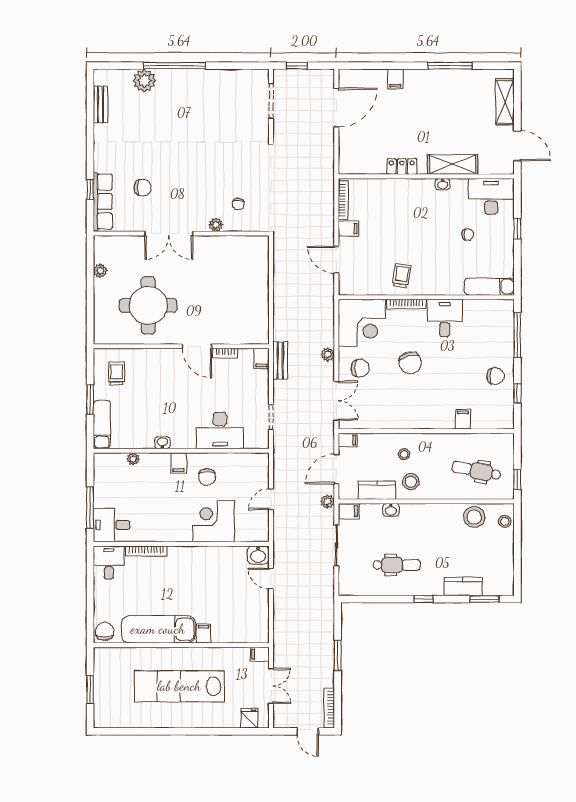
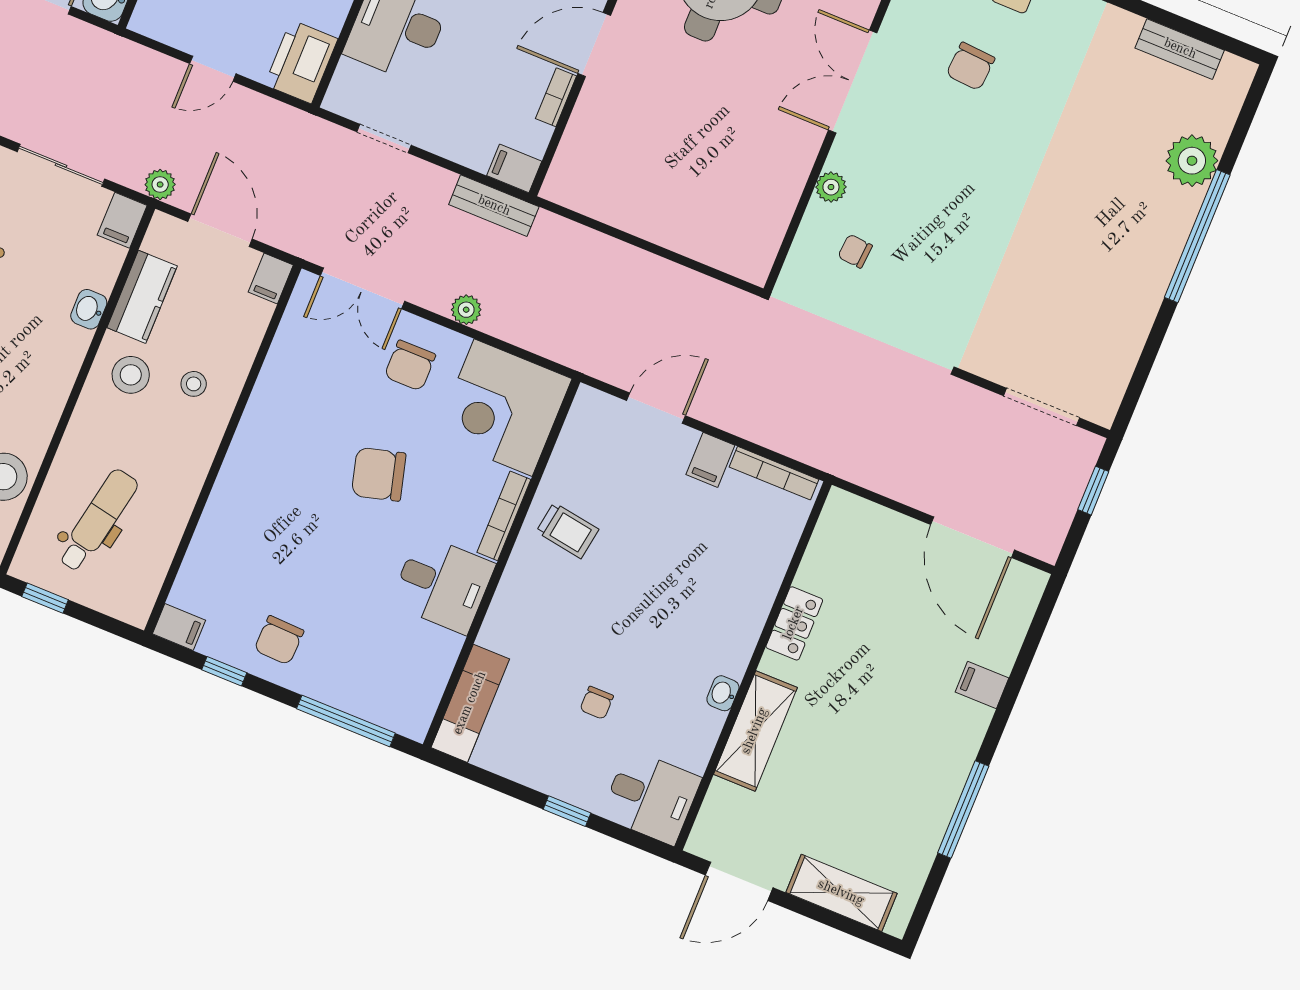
desk: (491, 196) -> (651, 797), width x0.73
filing cabinet: (463, 419) -> (179, 627), moved
printer: (253, 464) -> (301, 62), added
door: (271, 499) -> (213, 69), swing flipped

